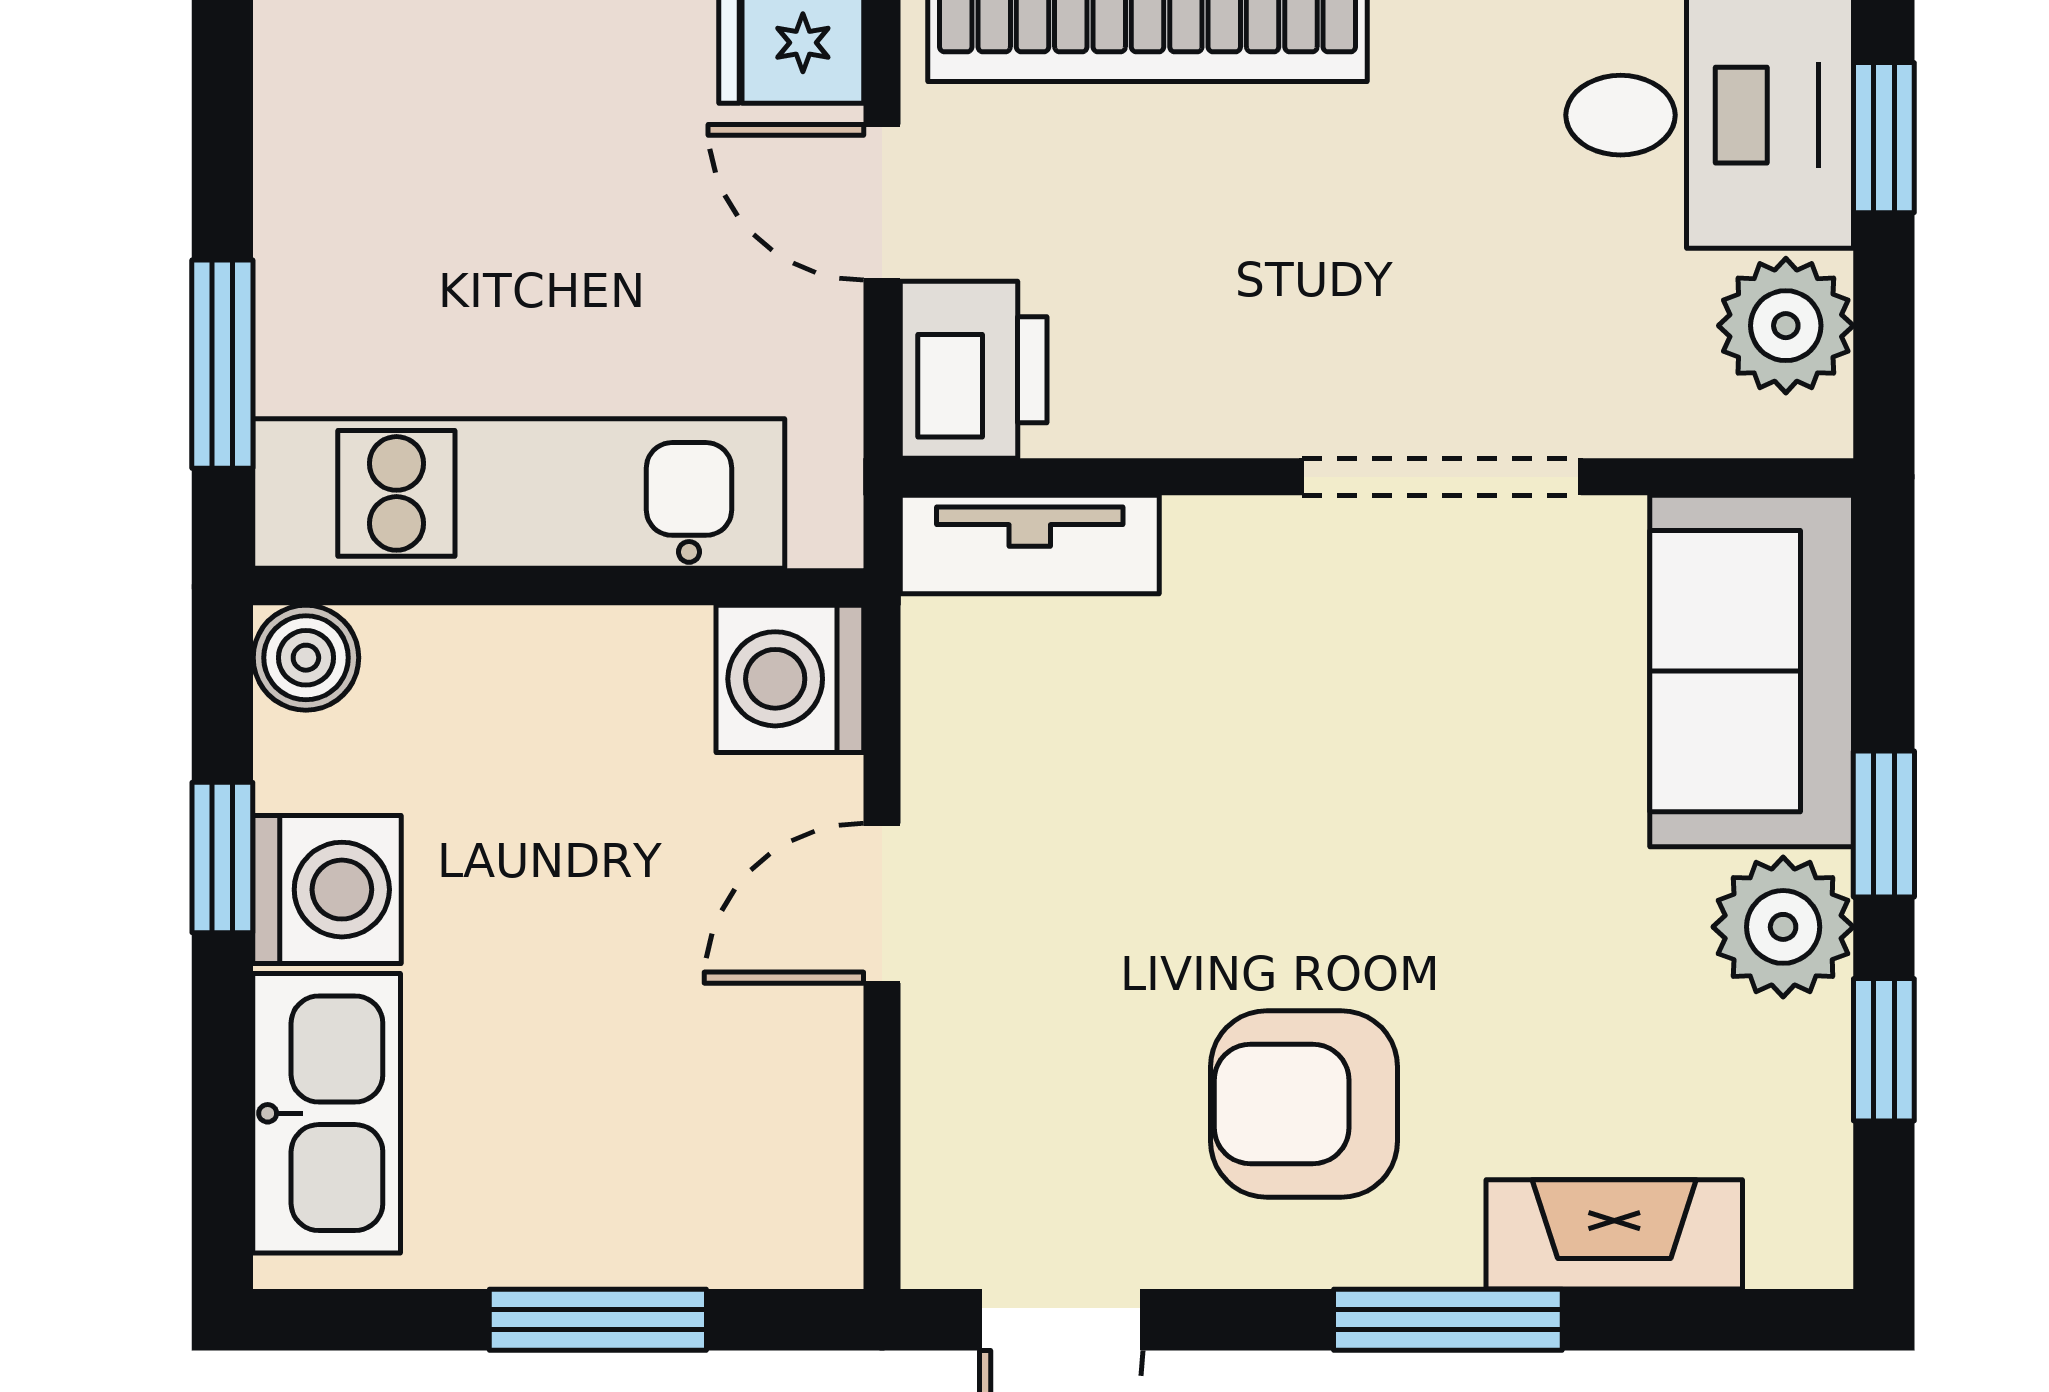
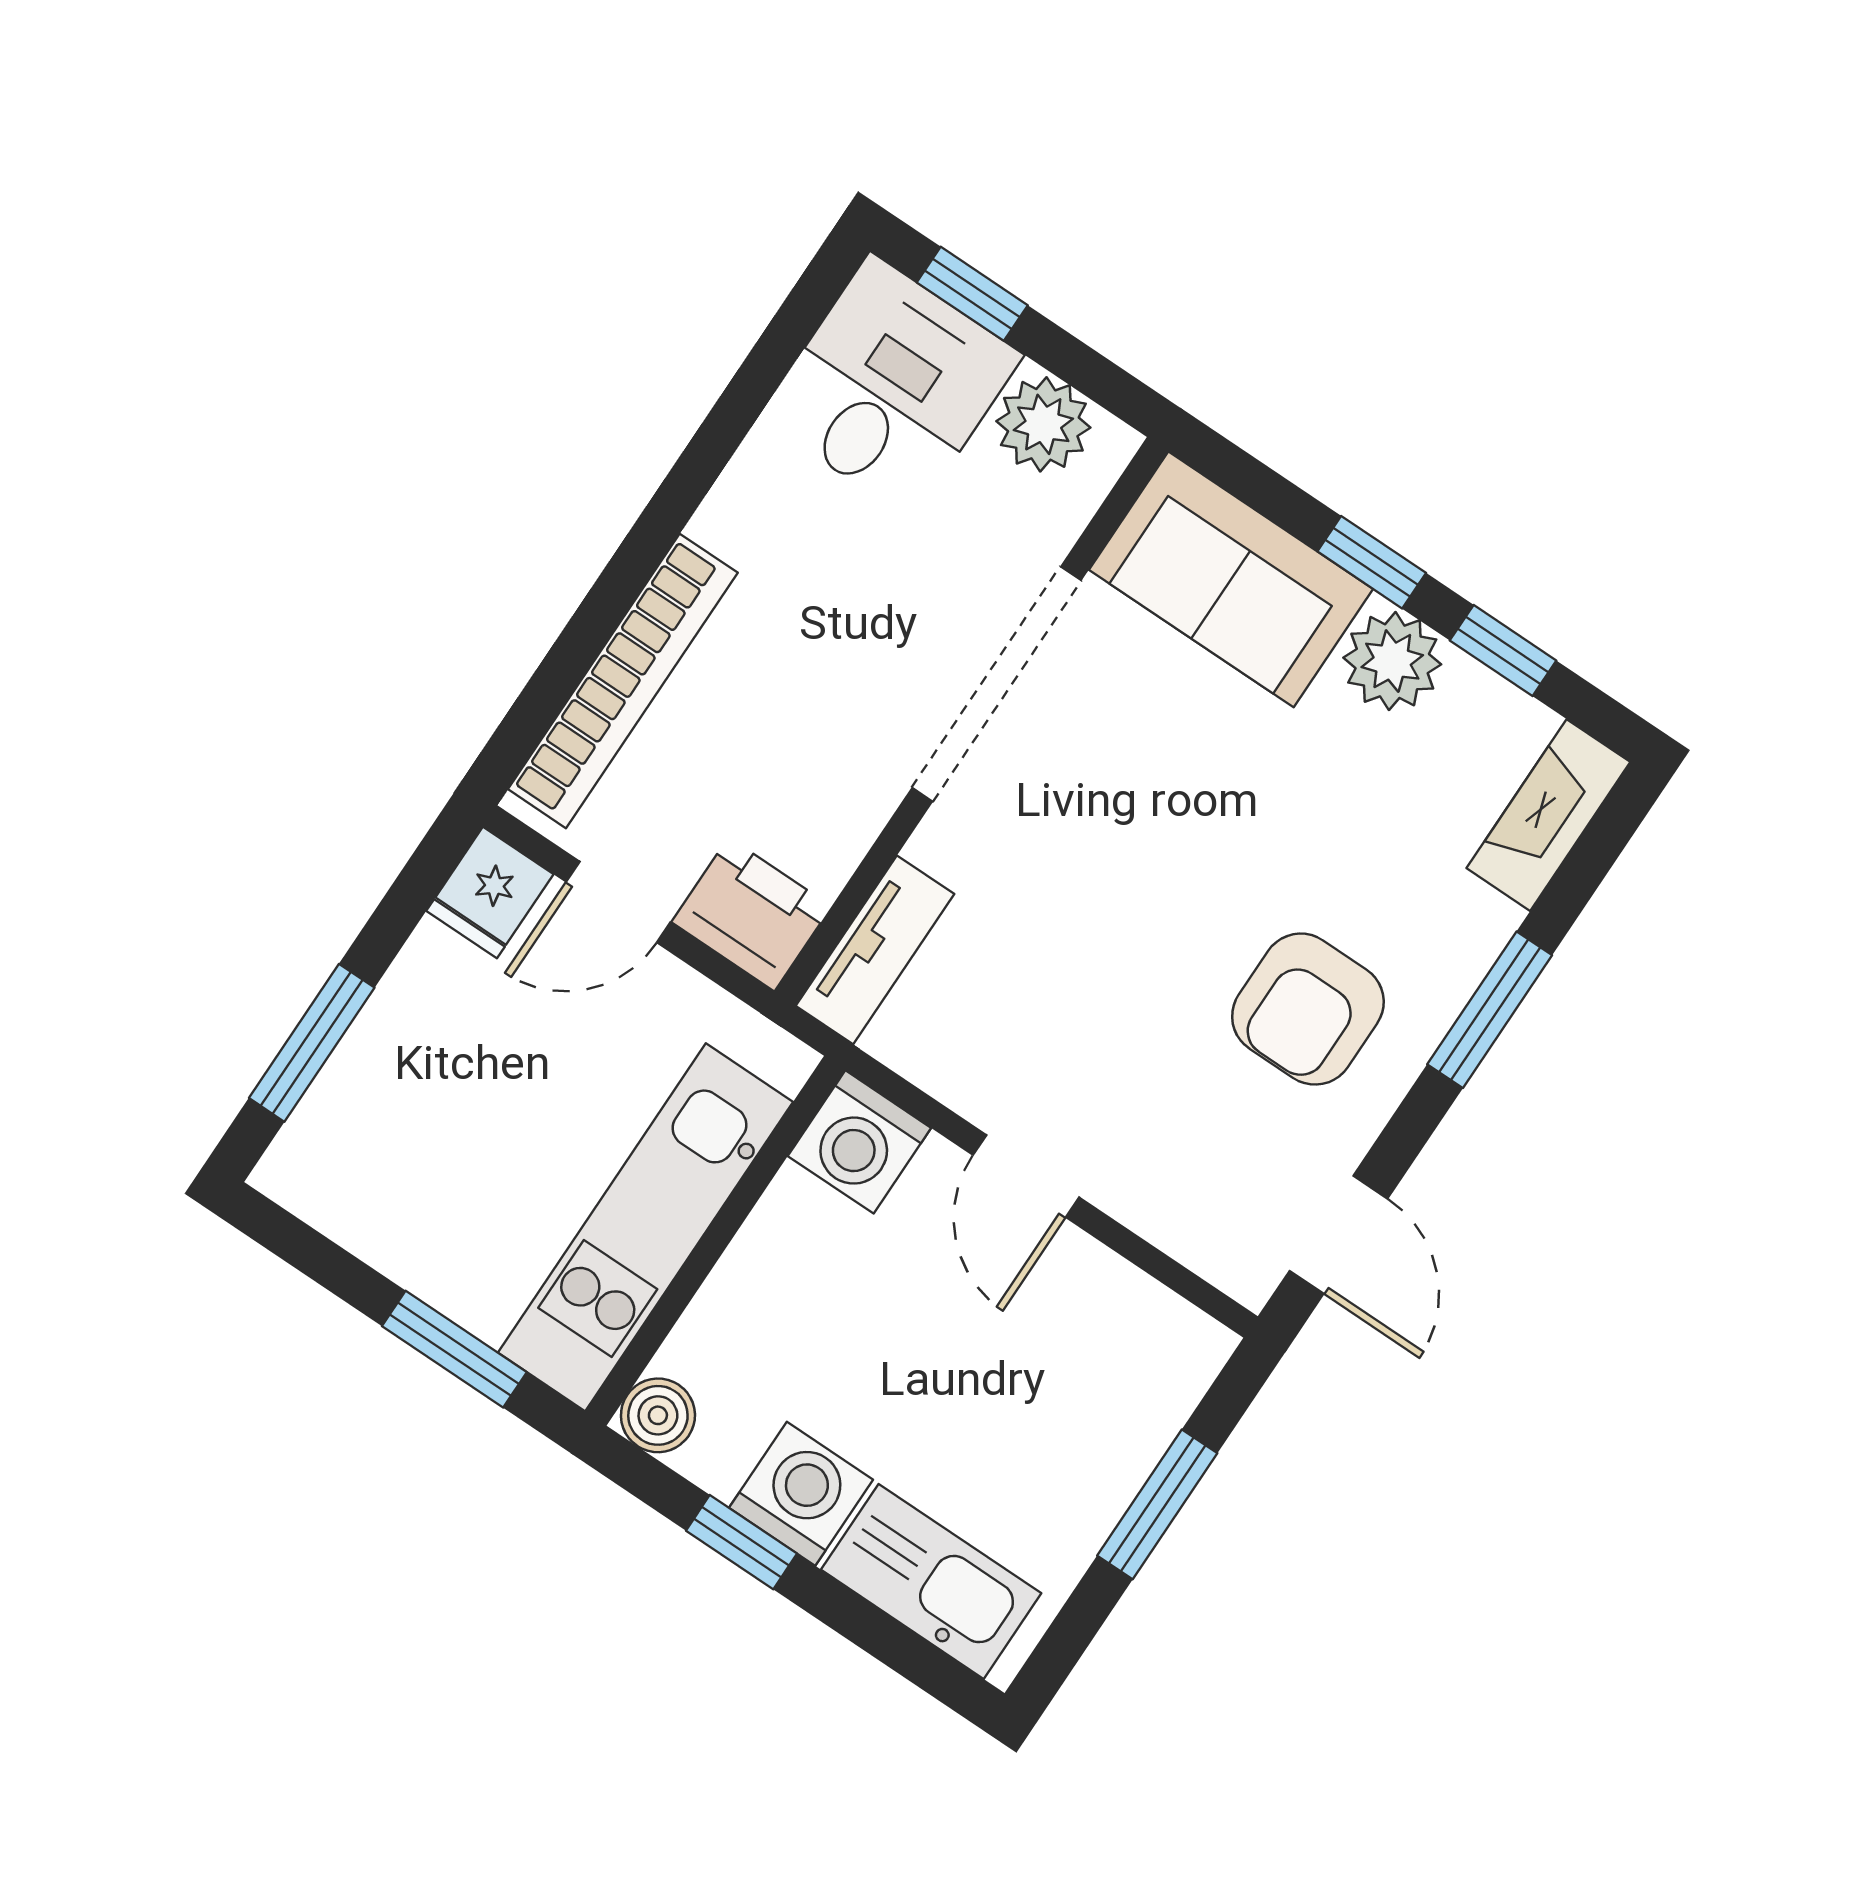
doorway: (1441, 477) -> (997, 684), width x1.36
fireplace: (1614, 1234) -> (1548, 815), moved

